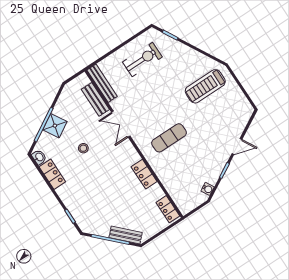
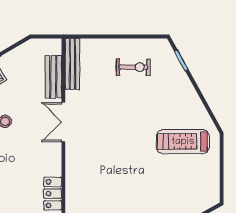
exercise bike: (142, 60) -> (133, 67), width x0.73, depth x0.72
exercise mat: (169, 138) -> (106, 172), removed

